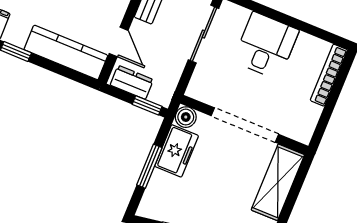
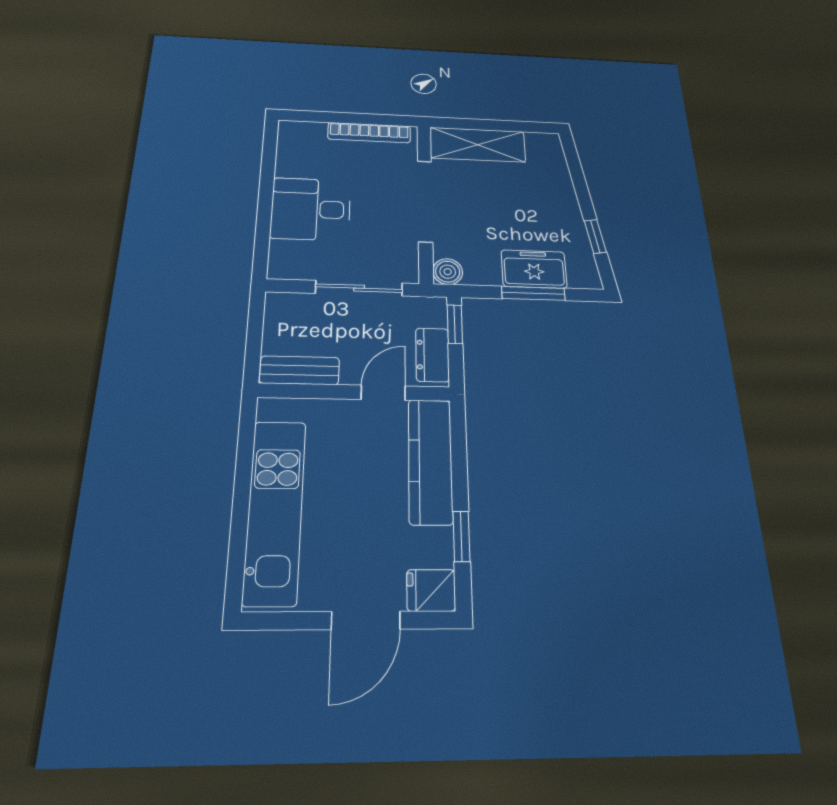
sliding door: (204, 34) -> (359, 288), moved
bookcase: (329, 75) -> (369, 133), moved
freezer: (177, 151) -> (534, 269), moved

